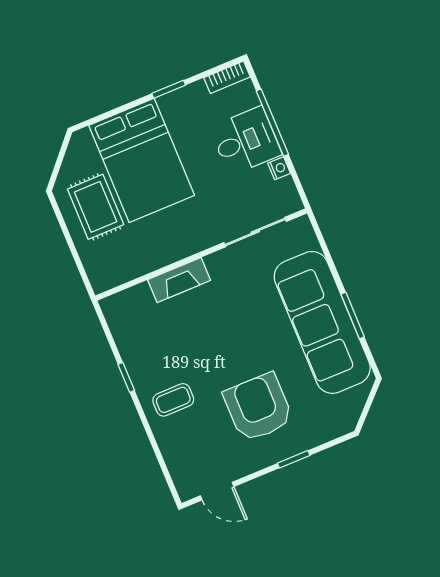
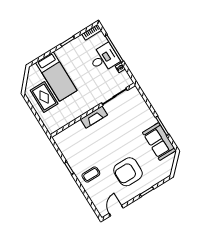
bed: (142, 160) -> (56, 76), width x0.67
fireplace: (179, 280) -> (94, 117), moved
sofa: (322, 322) -> (159, 142), width x0.54, depth x0.79
armchair: (258, 407) -> (128, 172), turned -90
door: (217, 491) -> (116, 211), swing flipped

